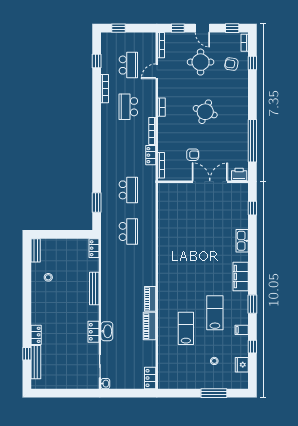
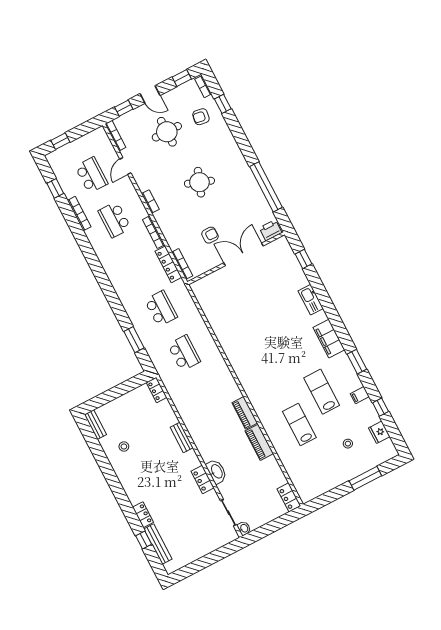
locker: (151, 155) -> (168, 264), width x1.53
bench: (94, 288) -> (182, 438), width x0.73

